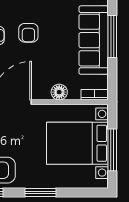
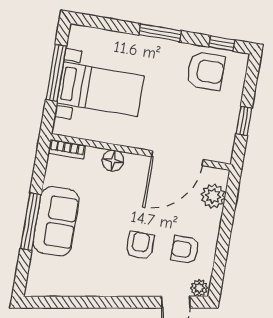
sofa: (94, 40) -> (56, 221), width x0.73
bed with nightstands: (77, 143) -> (100, 89), width x0.73

